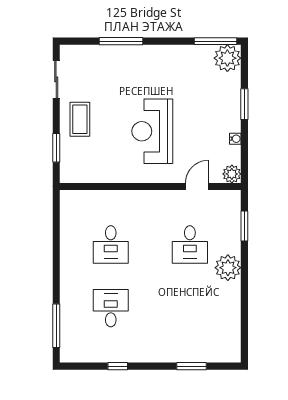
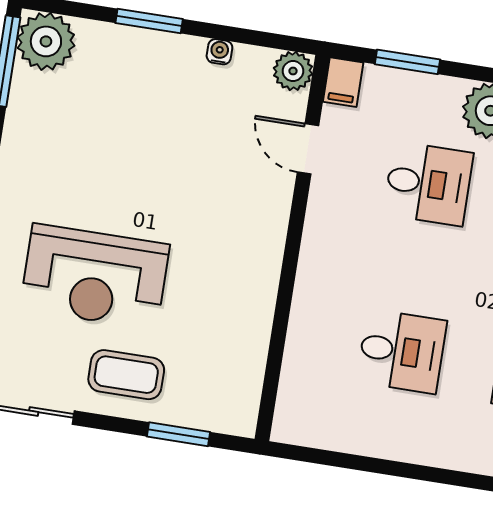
reception desk: (152, 131) -> (95, 277), moved
filing cabinet: (230, 198) -> (343, 82), added

